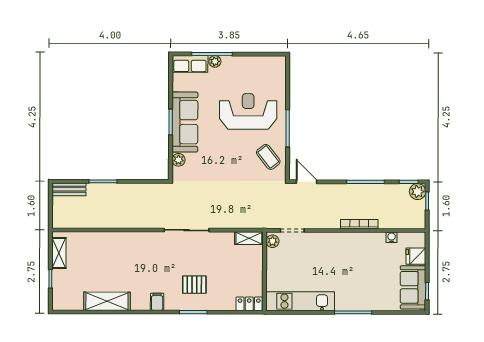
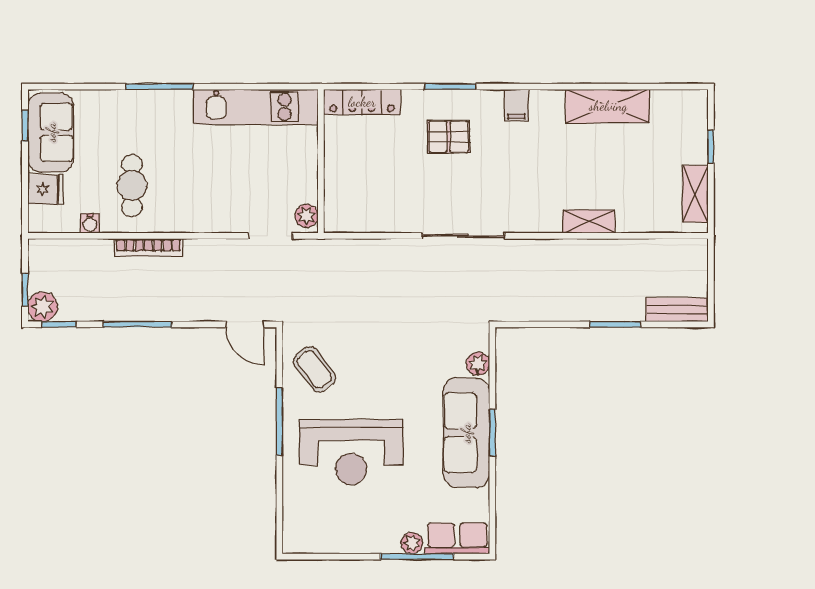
shelving: (249, 238) -> (589, 221), moved
cafe table: (368, 258) -> (132, 186), added
locker: (249, 304) -> (362, 102), width x1.53

